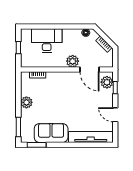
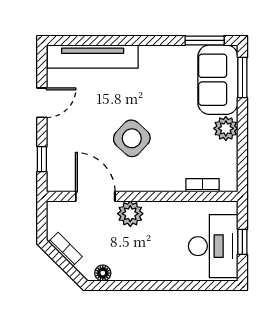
desk: (47, 41) -> (213, 246), moved, turned -90
plant: (107, 82) -> (59, 170), removed
side table: (72, 98) -> (132, 138), added
door: (115, 115) -> (42, 103), hinge flipped
sofa: (51, 133) -> (218, 80), moved, turned 90

